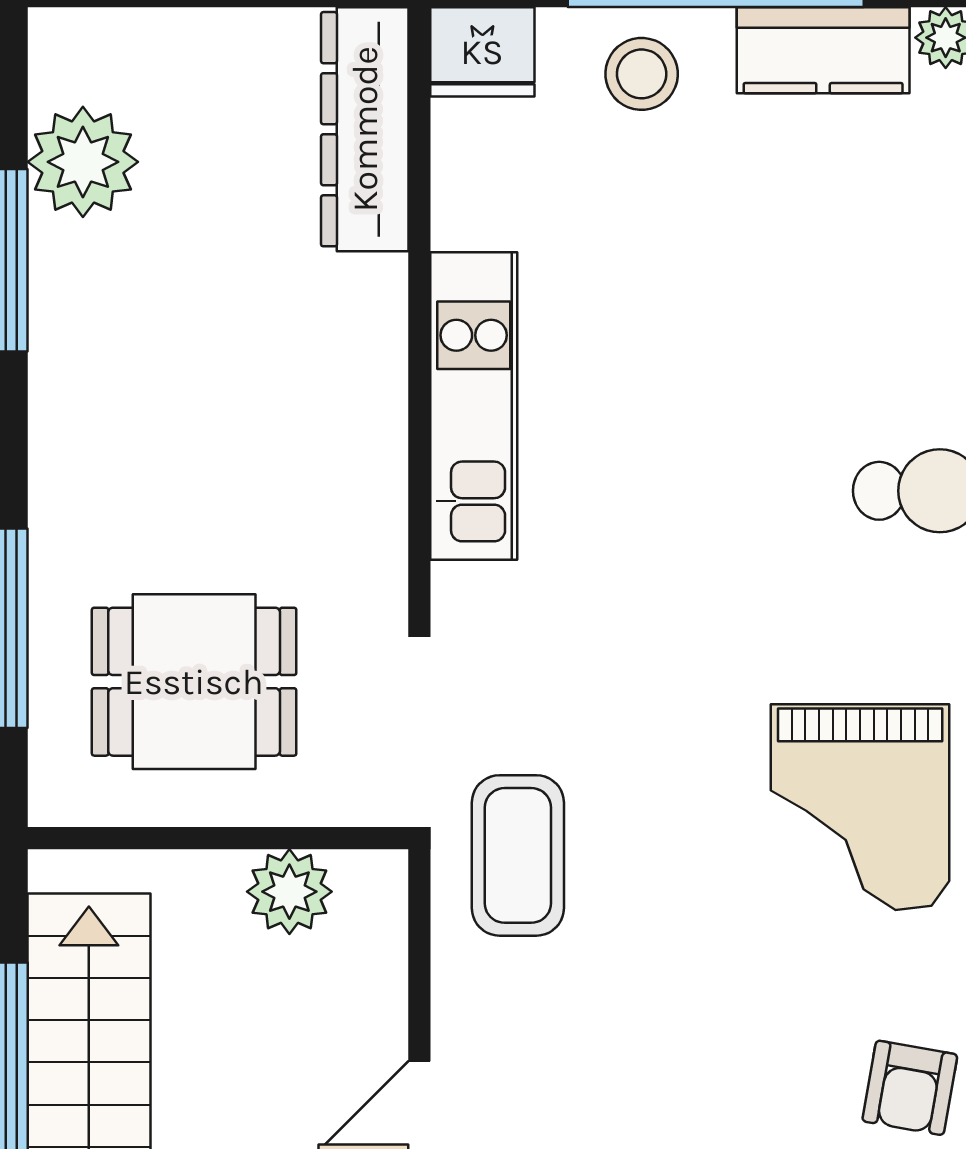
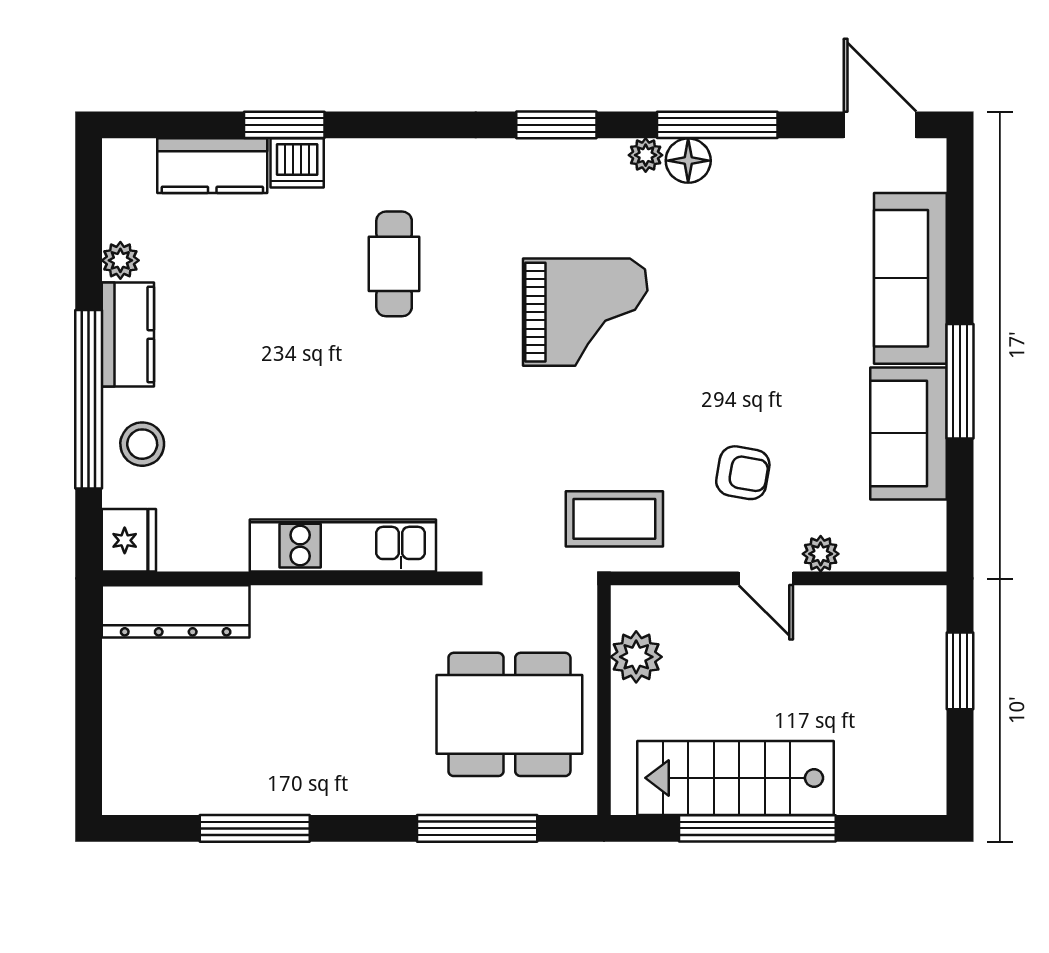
plant: (83, 162) -> (195, 782), removed
dining table: (194, 682) -> (509, 714), width x1.38
armchair: (910, 1088) -> (743, 473), moved

